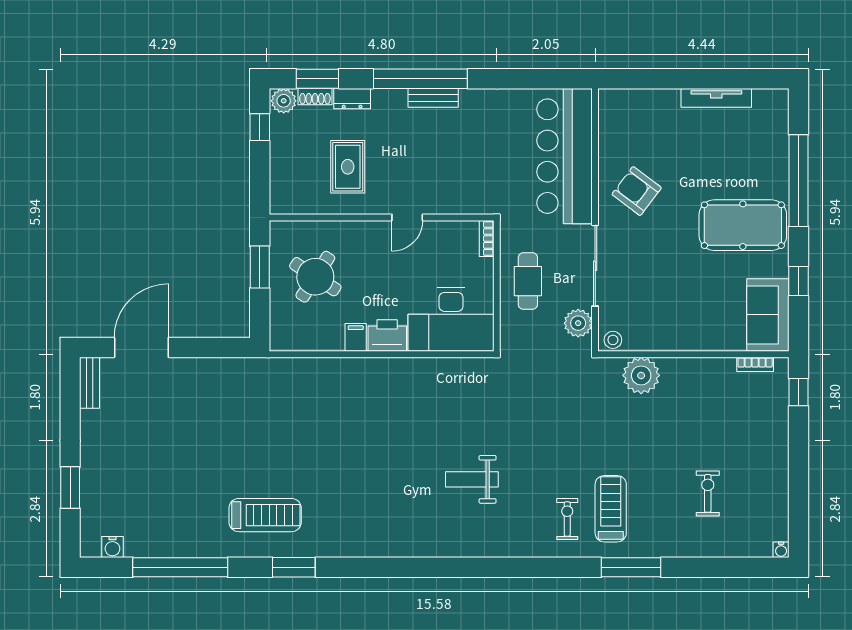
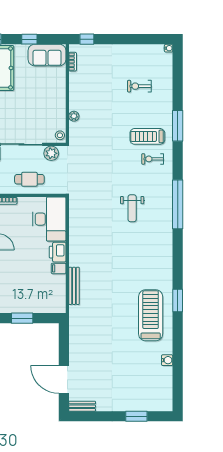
round table: (315, 277) -> (27, 289), removed
bench: (322, 367) -> (74, 286), added
plant: (641, 375) -> (74, 116), width x0.53, depth x0.53
treadmill: (265, 515) -> (151, 315), width x1.37, depth x1.38
water cooler: (112, 547) -> (167, 360), moved
window: (180, 567) -> (178, 204), moved

